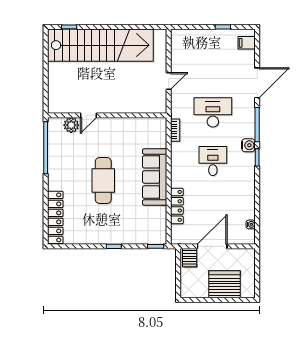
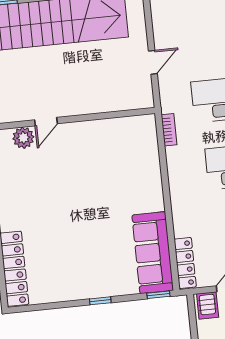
sofa: (155, 177) -> (153, 253), moved
cafe table: (103, 181) -> (76, 210), removed
locker: (177, 206) -> (185, 263), moved

